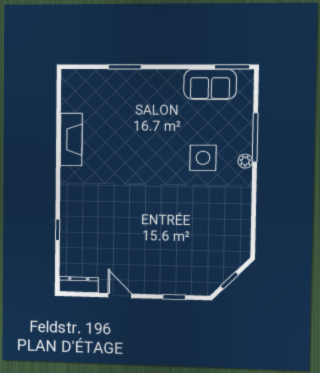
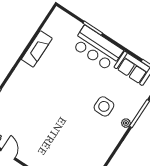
bar counter: (147, 89) -> (97, 48), added

